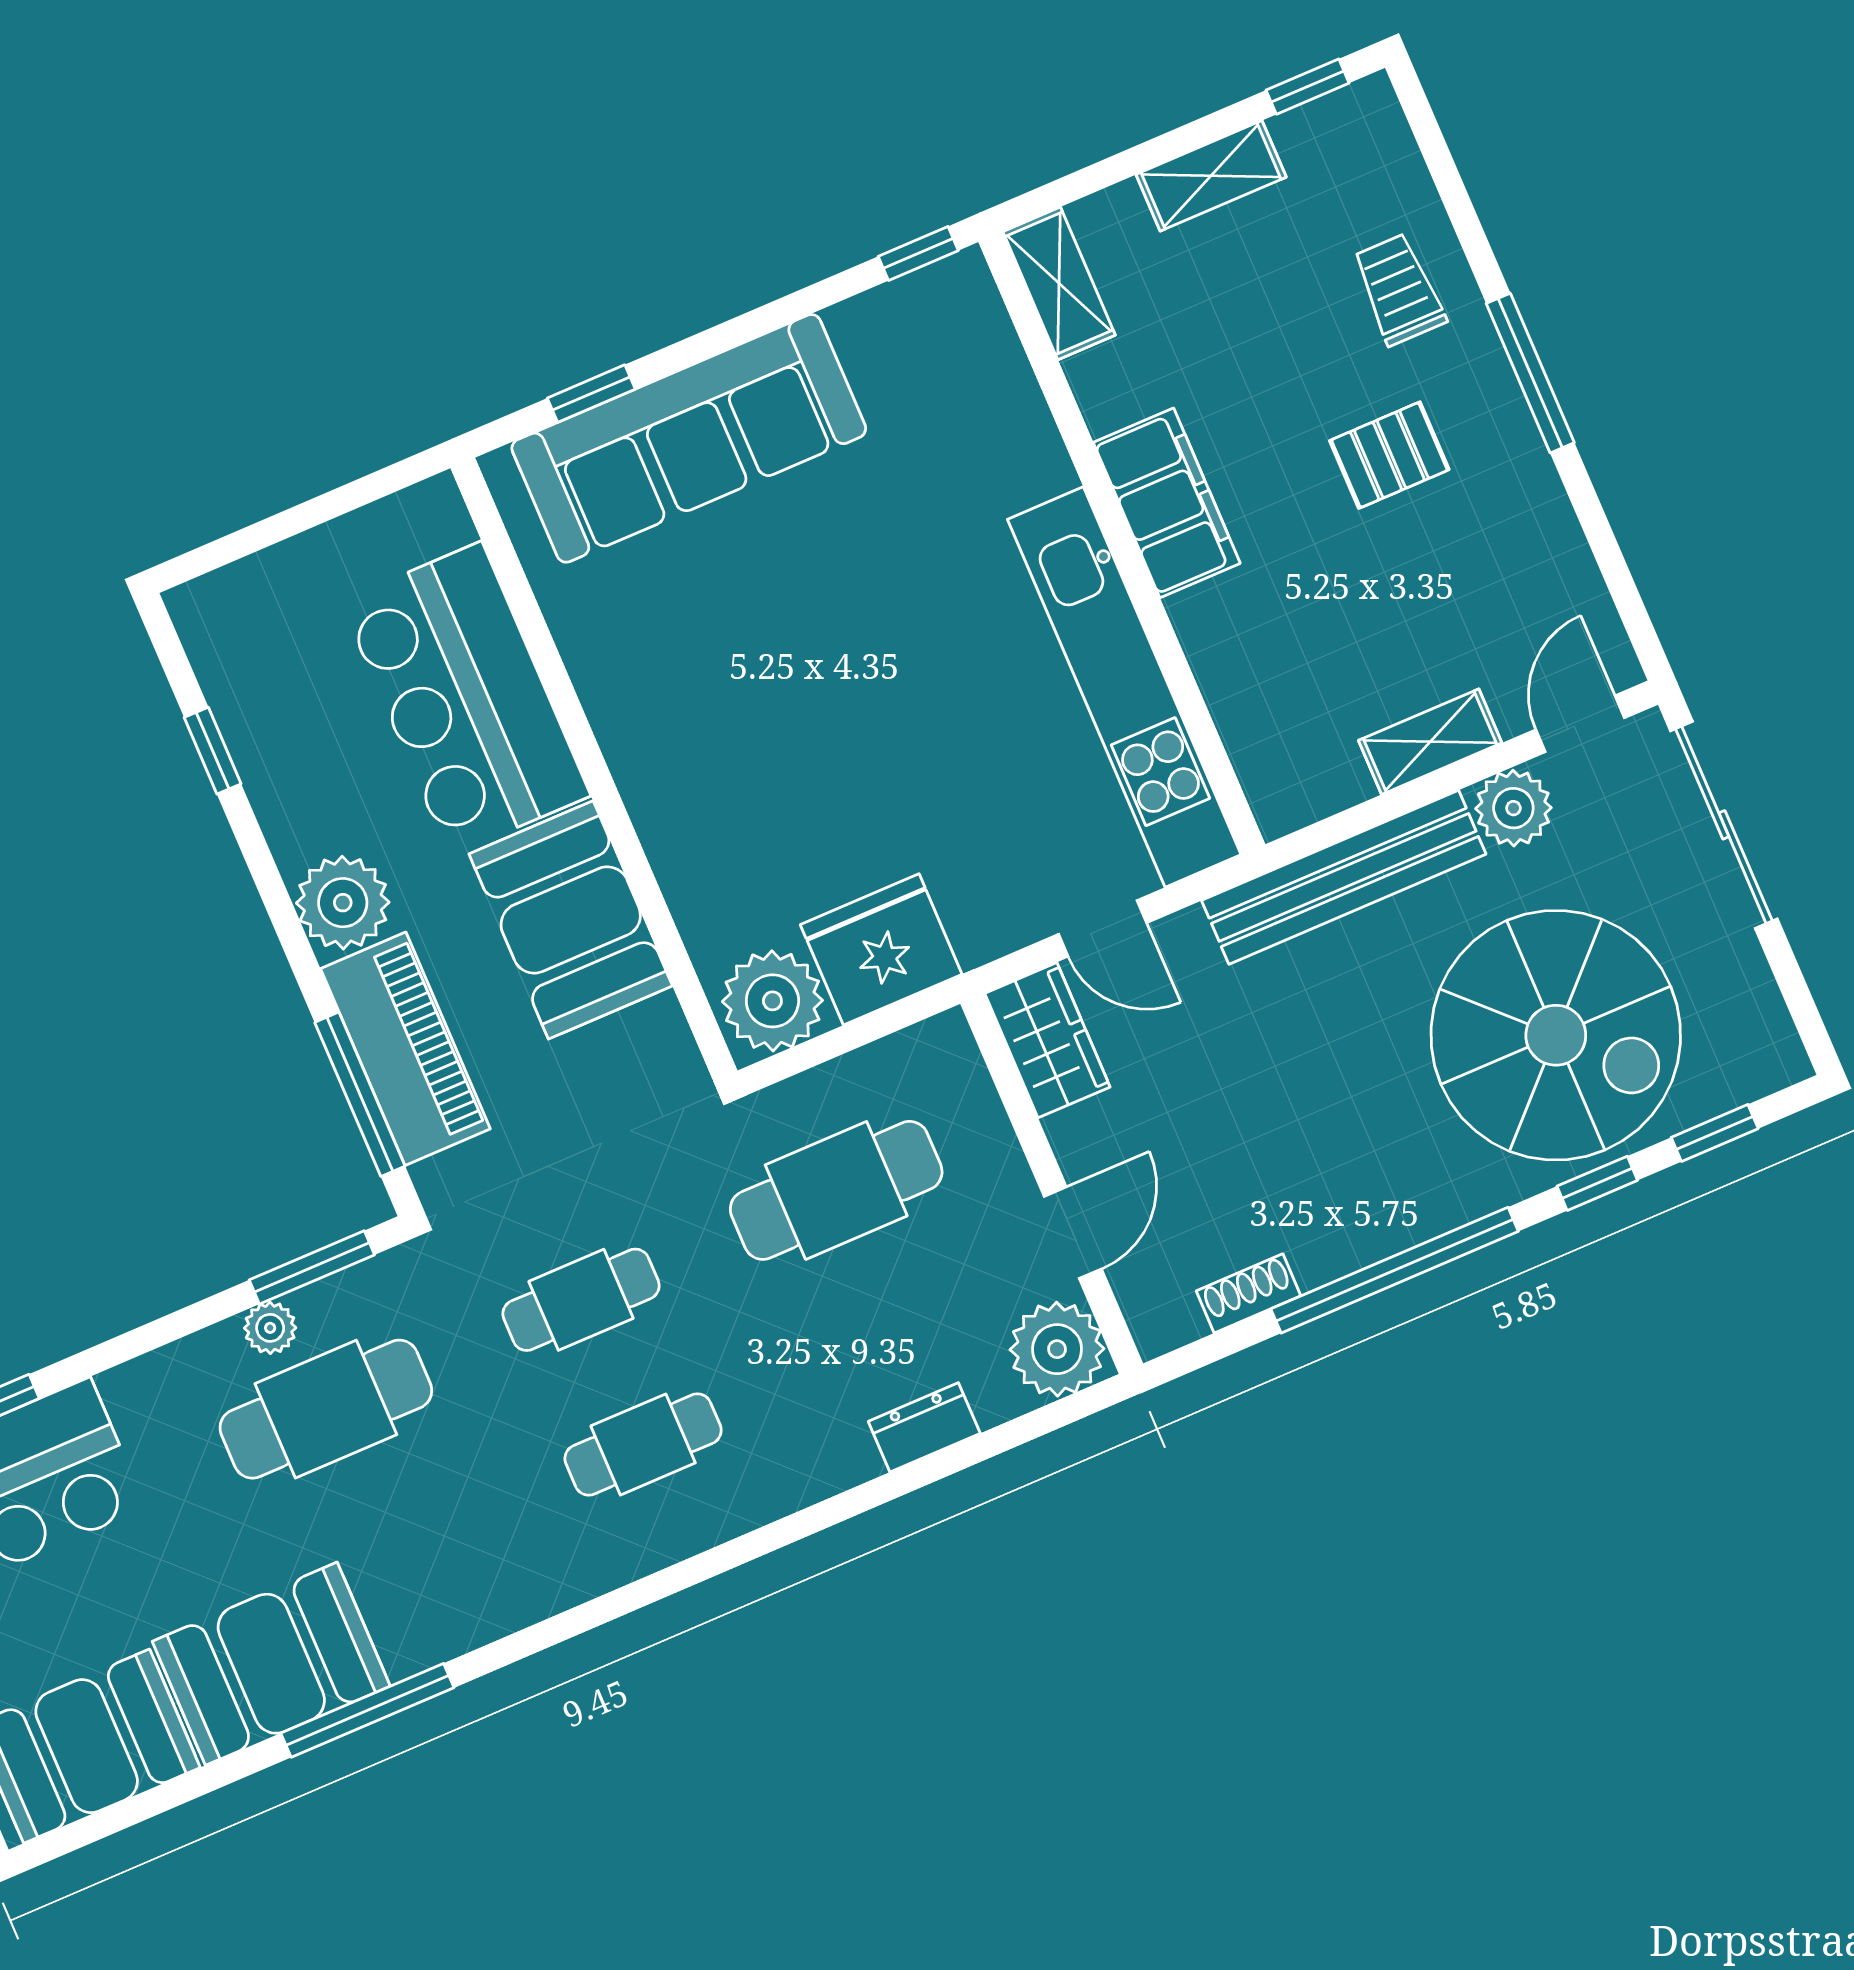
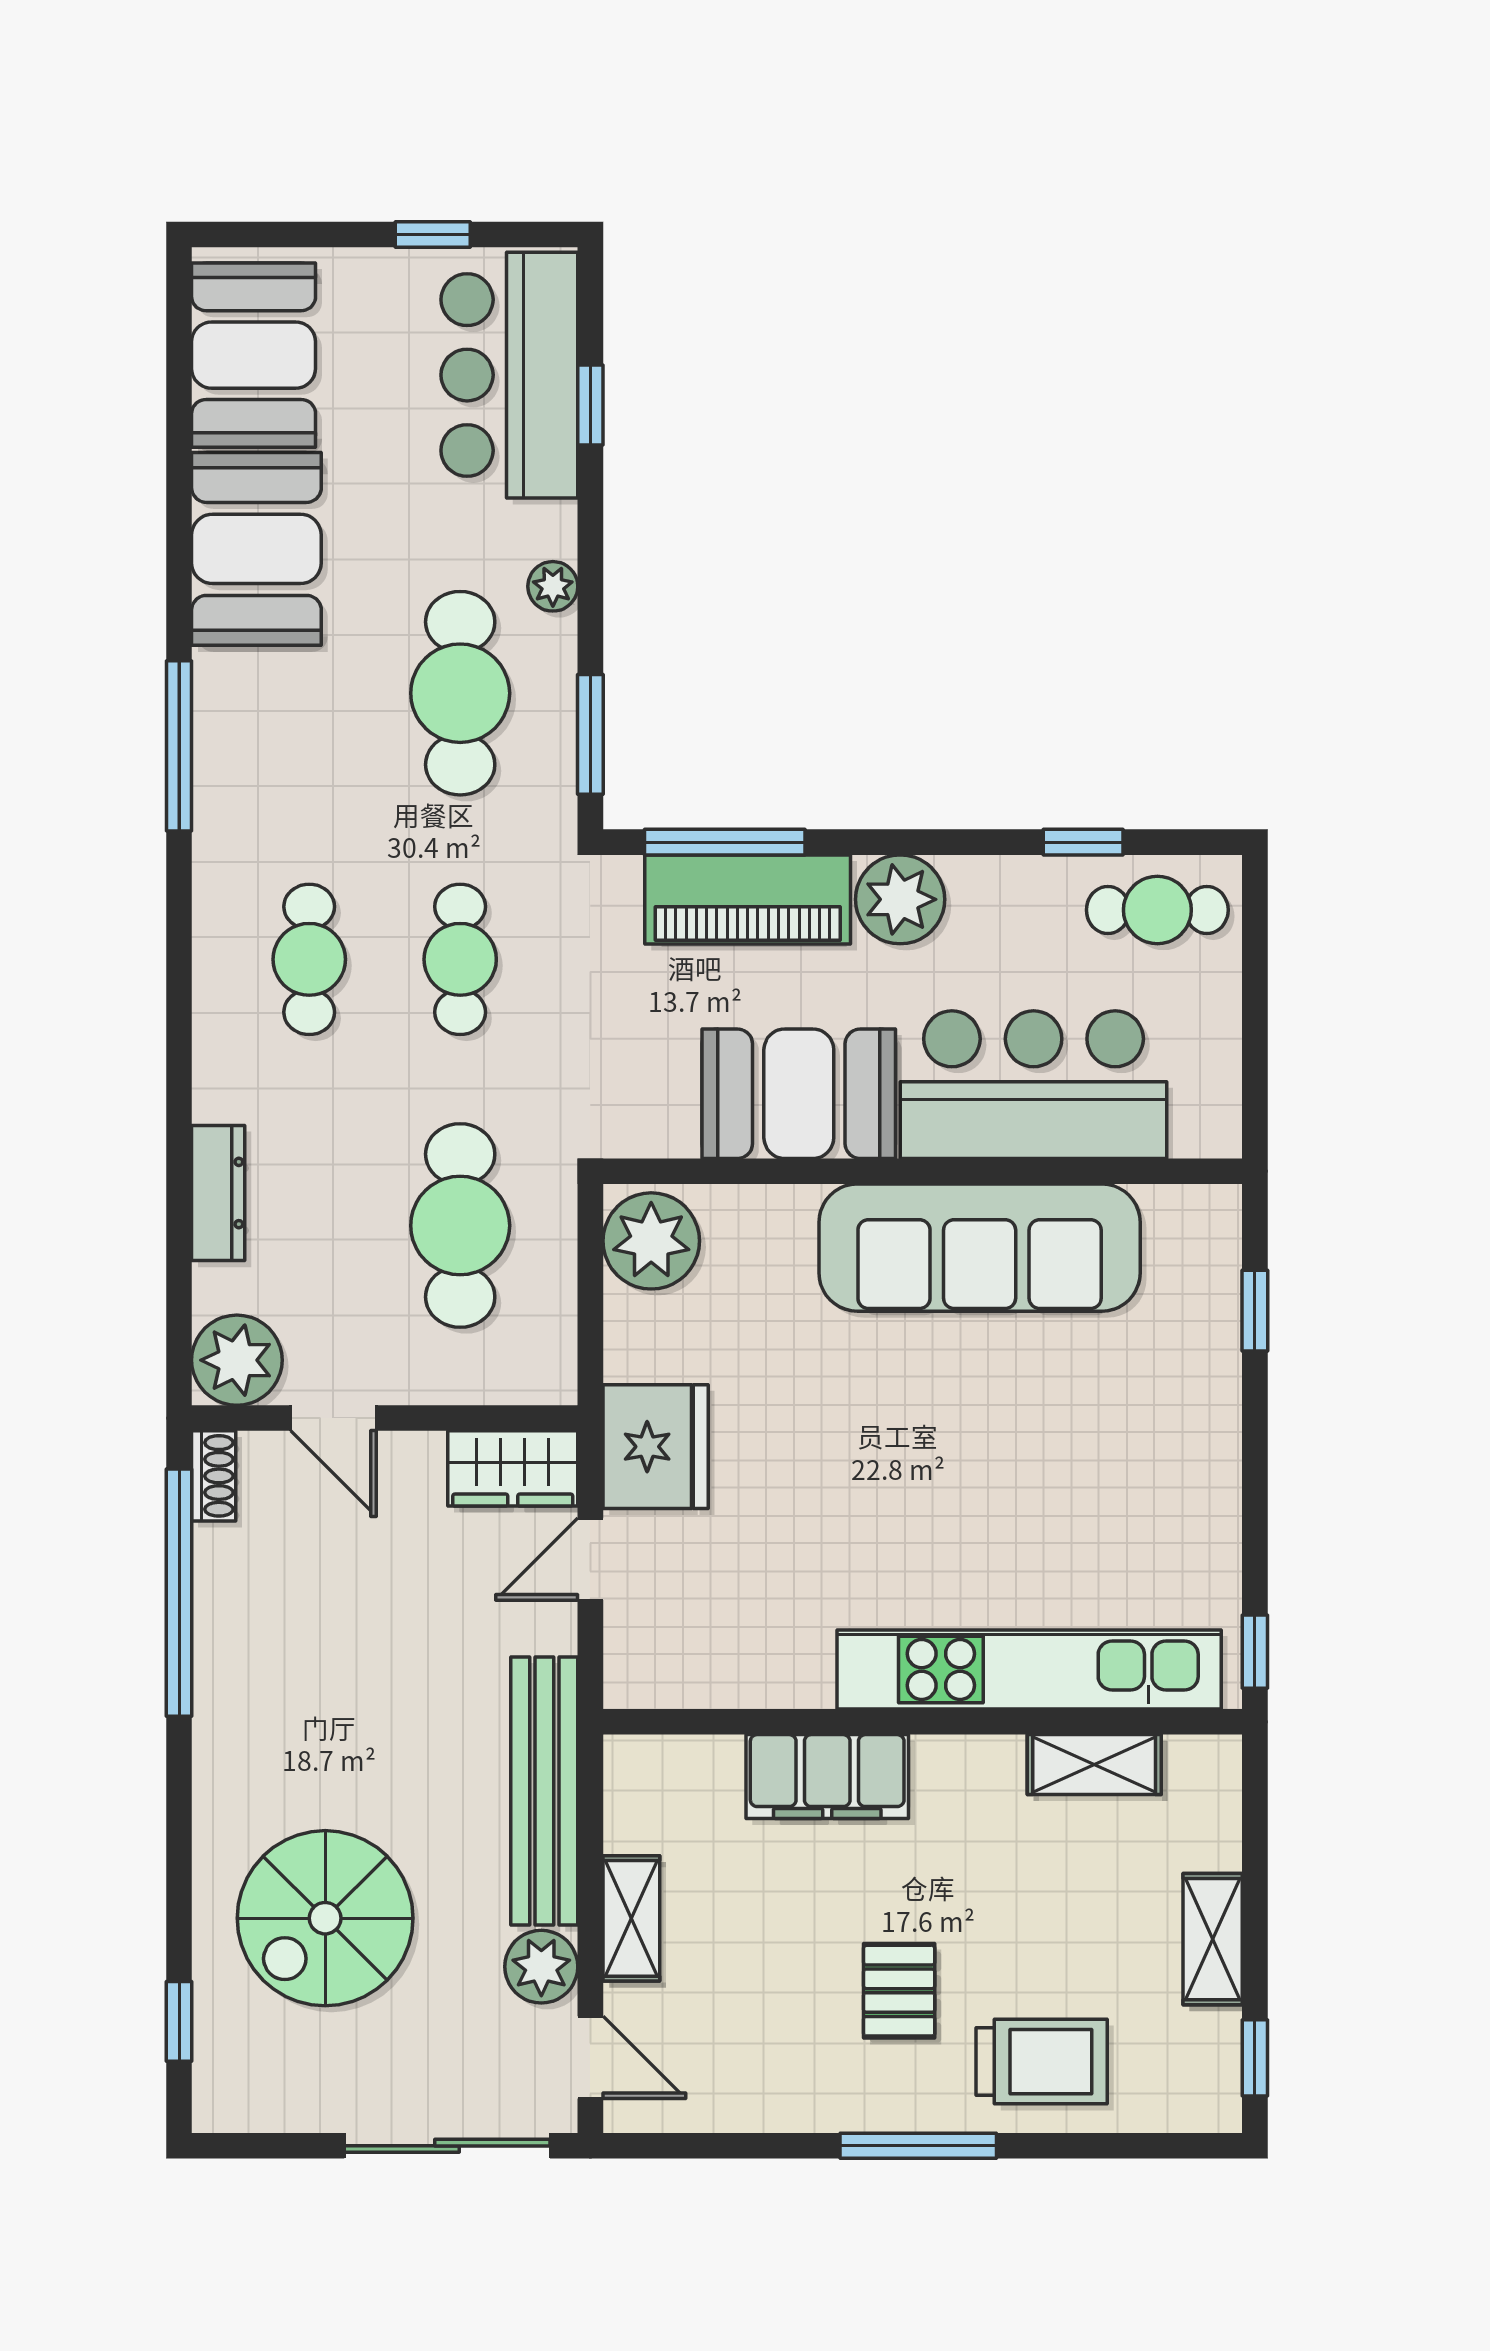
shelving: (1059, 283) -> (1094, 1765), moved
trolley: (1399, 289) -> (1042, 2062), width x1.36, depth x1.39
sofa: (689, 438) -> (980, 1248), moved, turned -90
filing cabinet: (1167, 503) -> (827, 1776), moved
cafe table: (247, 652) -> (1157, 910), added
kitchen unit: (1124, 687) -> (1029, 1669), moved
fridge: (881, 949) -> (656, 1447), moved
spiral stairs: (1556, 1035) -> (325, 1918), width x0.73, depth x0.73
window: (1597, 1183) -> (179, 1899), removed
window: (1395, 1270) -> (179, 1593), moved
shoe rack: (1249, 1293) -> (214, 1476), moved
plant: (270, 1328) -> (553, 586), moved
dresser: (924, 1427) -> (218, 1193), width x1.44
window: (367, 1710) -> (179, 746), moved

